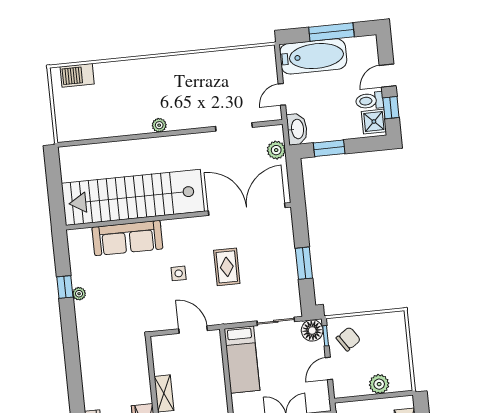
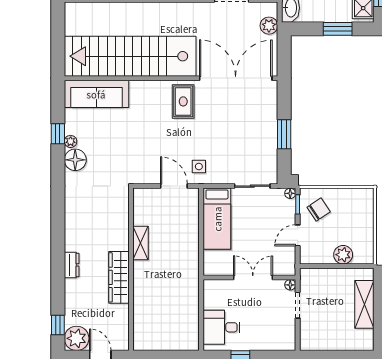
window: (329, 148) -> (338, 29), moved
sofa: (127, 238) -> (96, 94), moved
rug: (227, 267) -> (183, 101), moved
side table: (179, 273) -> (199, 167), moved
floor lamp: (86, 313) -> (75, 160), added
floor lamp: (312, 331) -> (290, 193), width x0.53, depth x0.53

